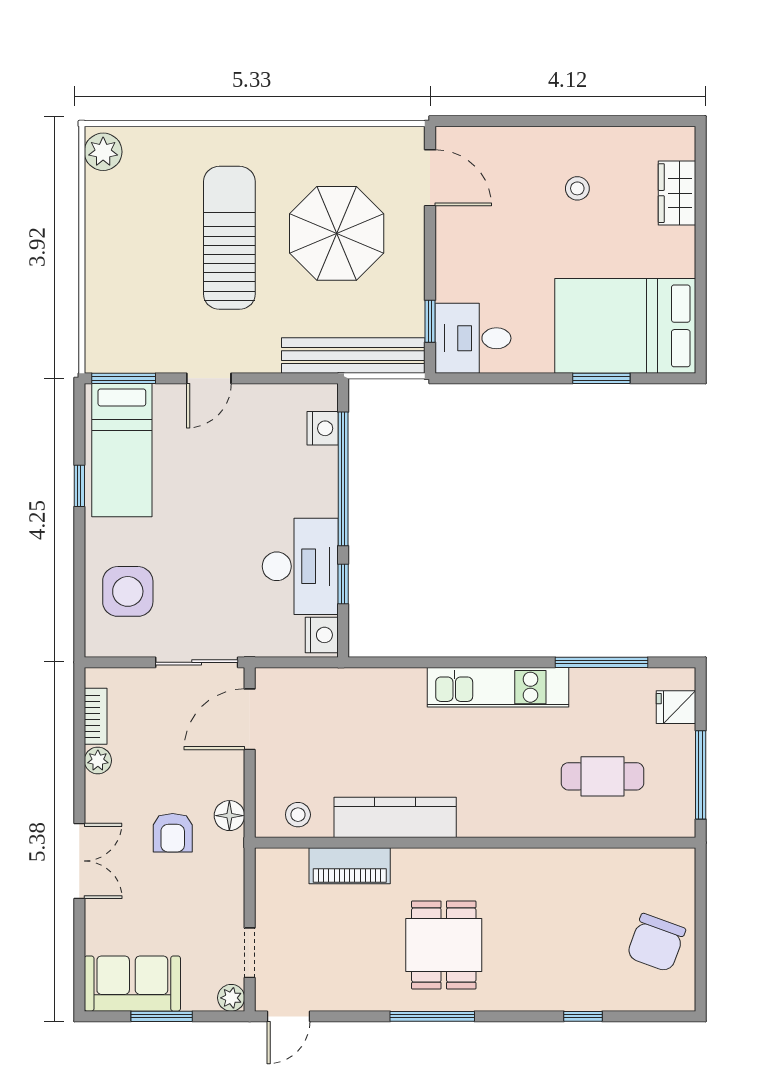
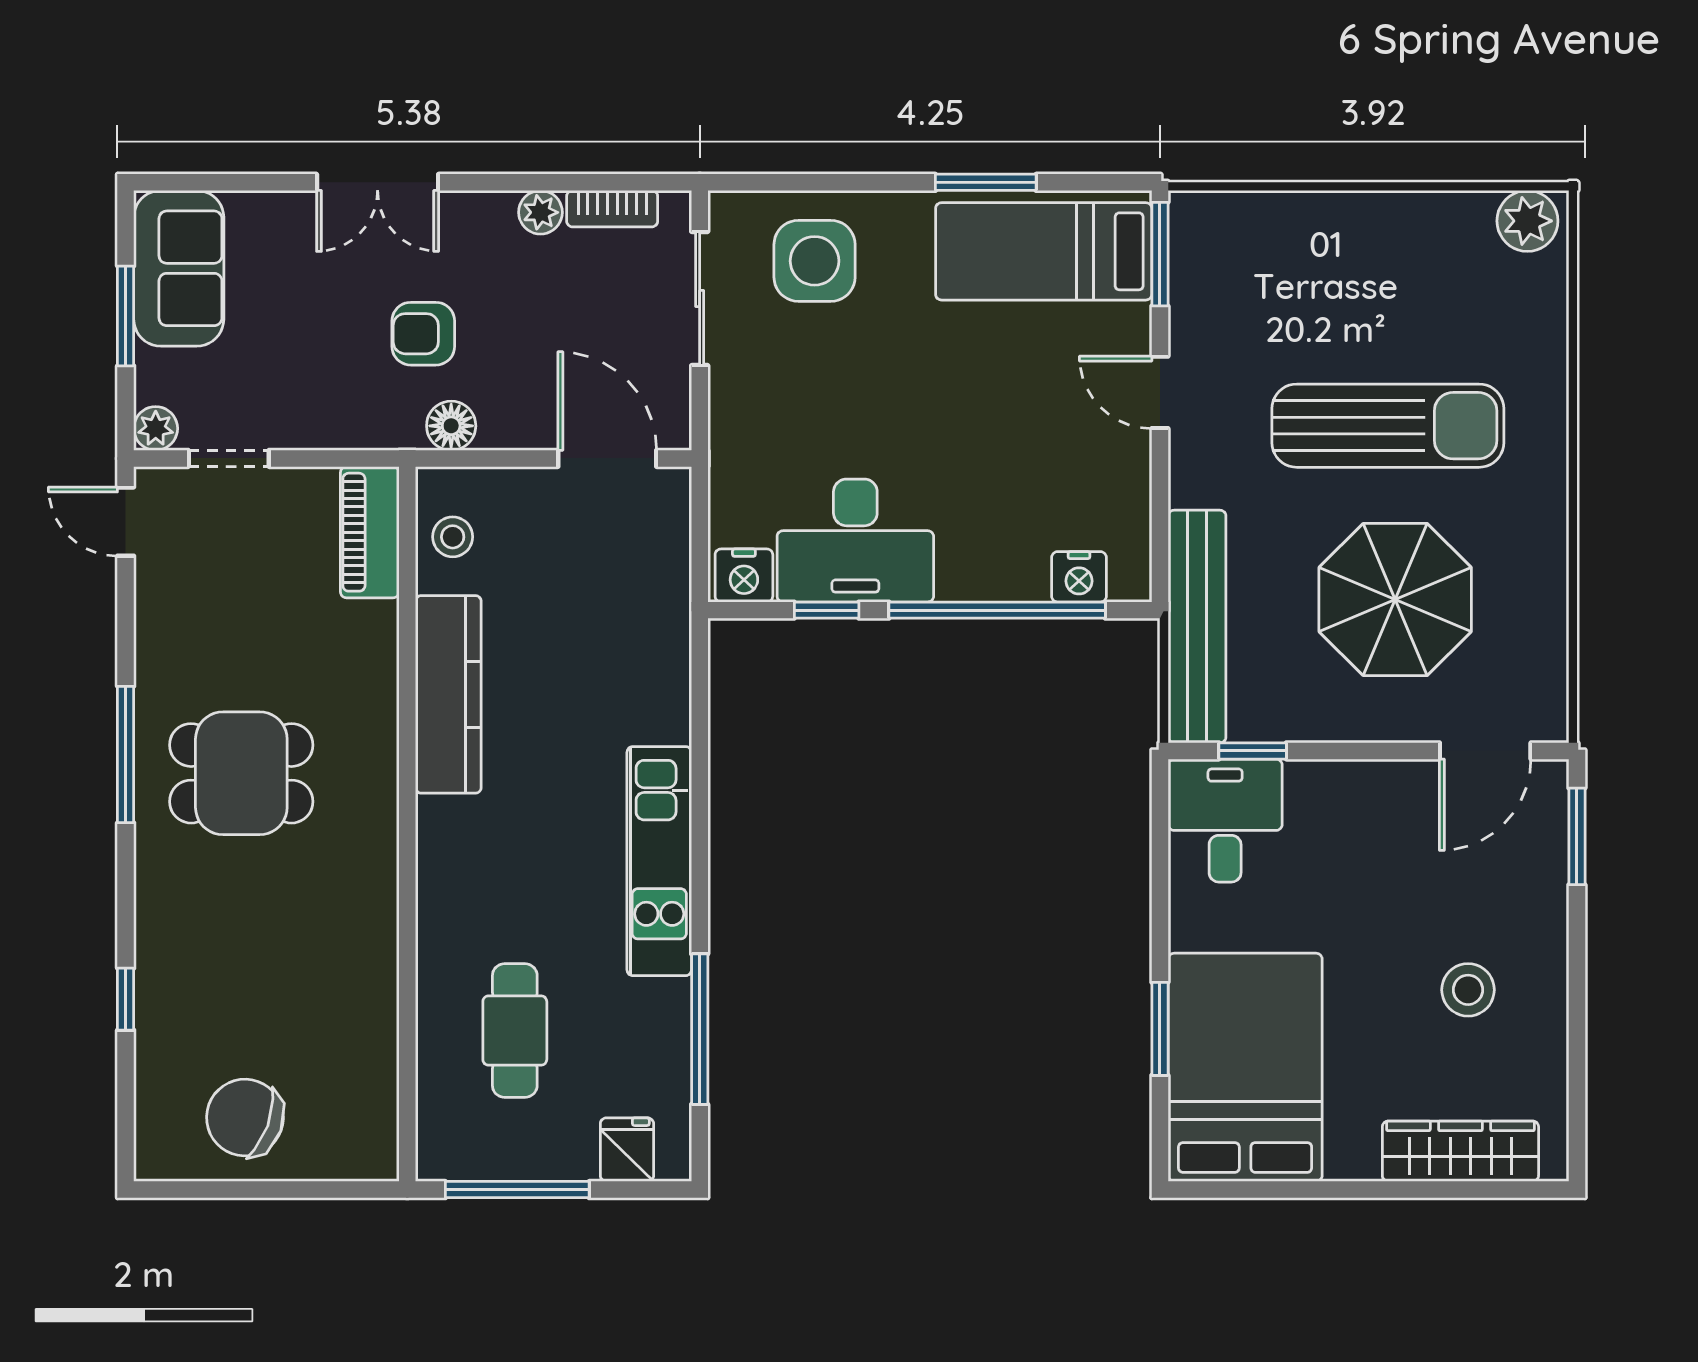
window: (483, 121) -> (1577, 836), added
stool: (577, 188) -> (1468, 990), width x1.37, depth x1.37
wardrobe: (677, 193) -> (1460, 1151), width x1.50
window: (79, 486) -> (986, 182), width x1.50
sliding door: (197, 662) -> (700, 298), moved
piano: (350, 866) -> (370, 532), moved

